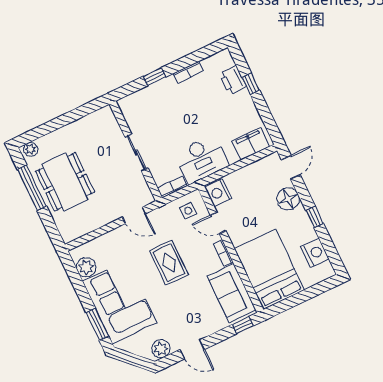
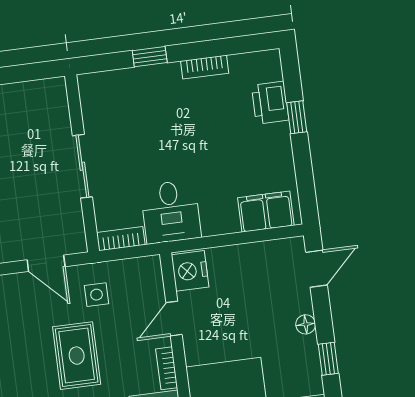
desk: (202, 159) -> (171, 212), width x0.73
floor lamp: (288, 199) -> (306, 324), width x0.53, depth x0.53
side table: (188, 211) -> (97, 295), moved
door: (218, 223) -> (174, 319), hinge flipped

